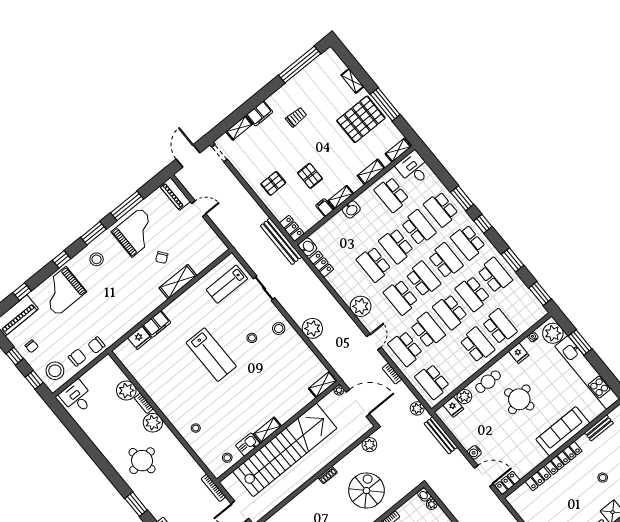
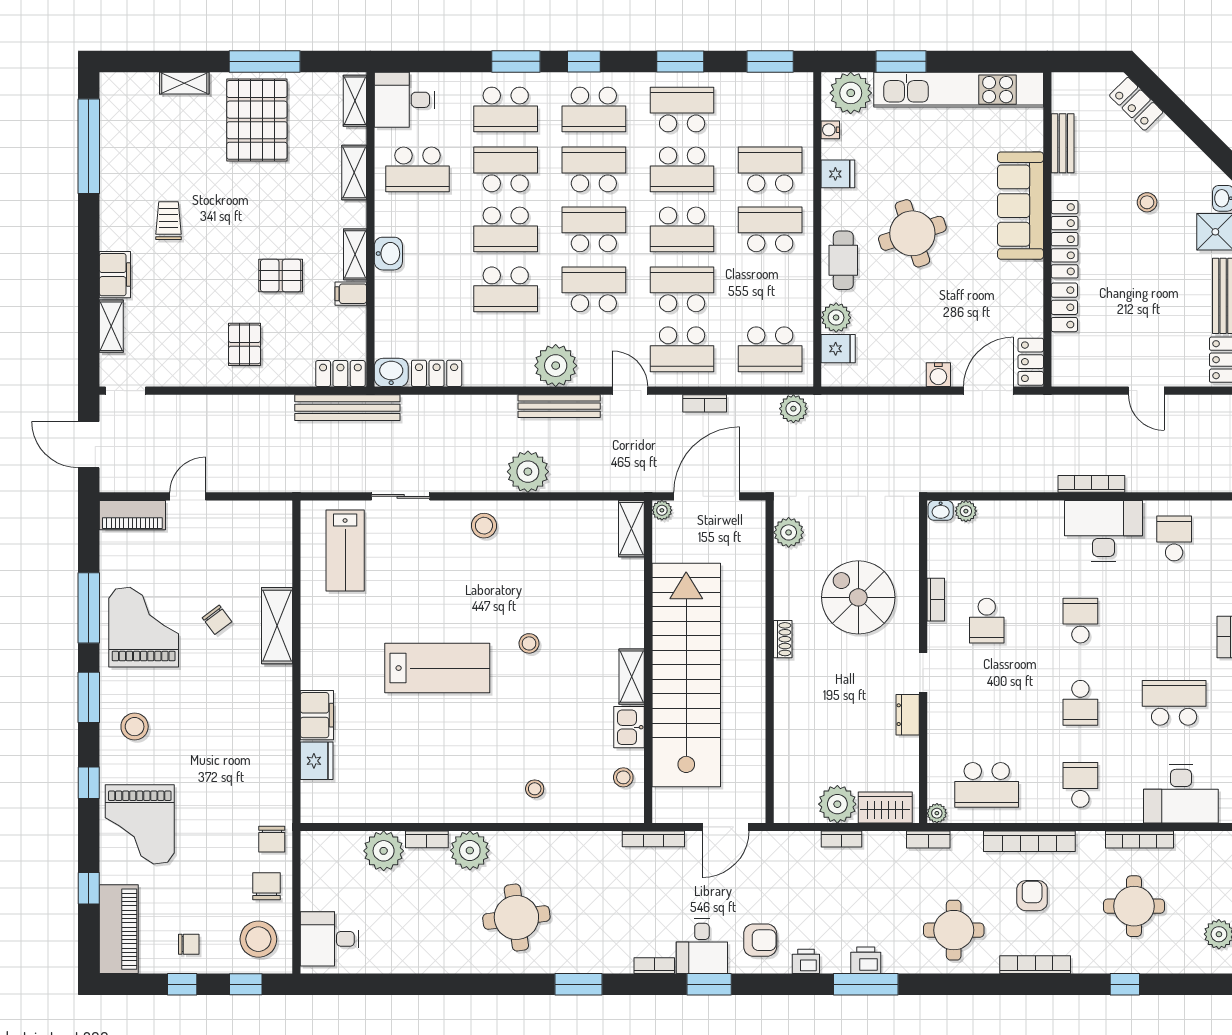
school desk: (401, 297) -> (594, 289), turned 180
stool: (252, 338) -> (529, 643), moved
bench: (441, 435) -> (559, 406), moved

